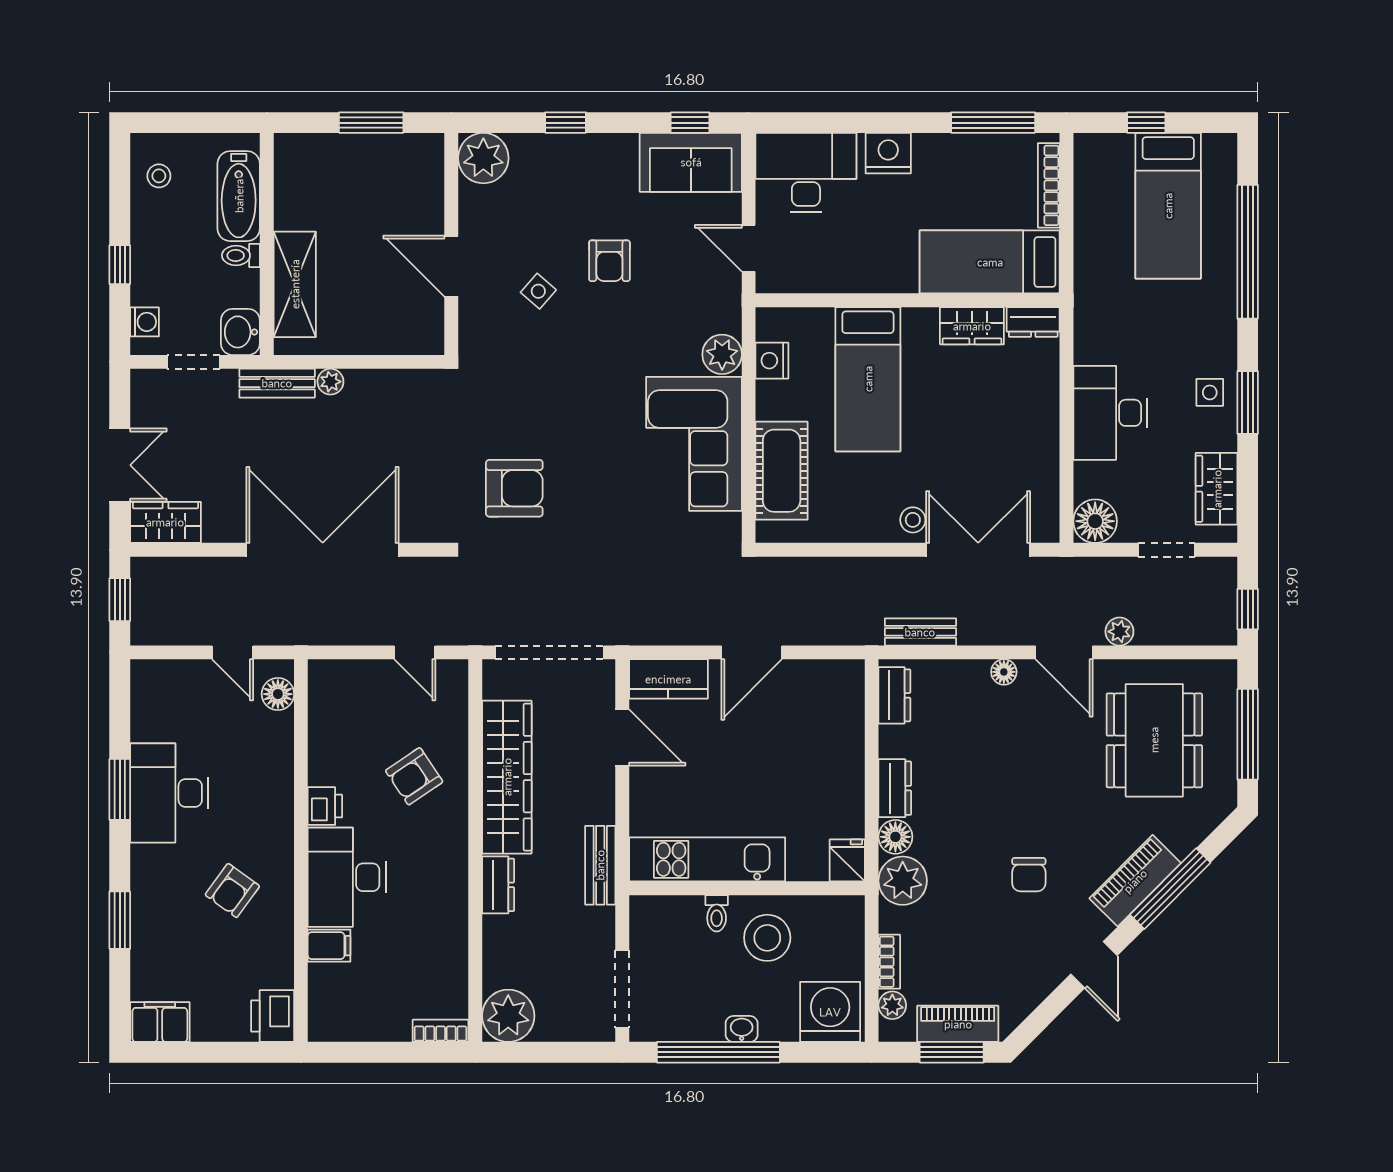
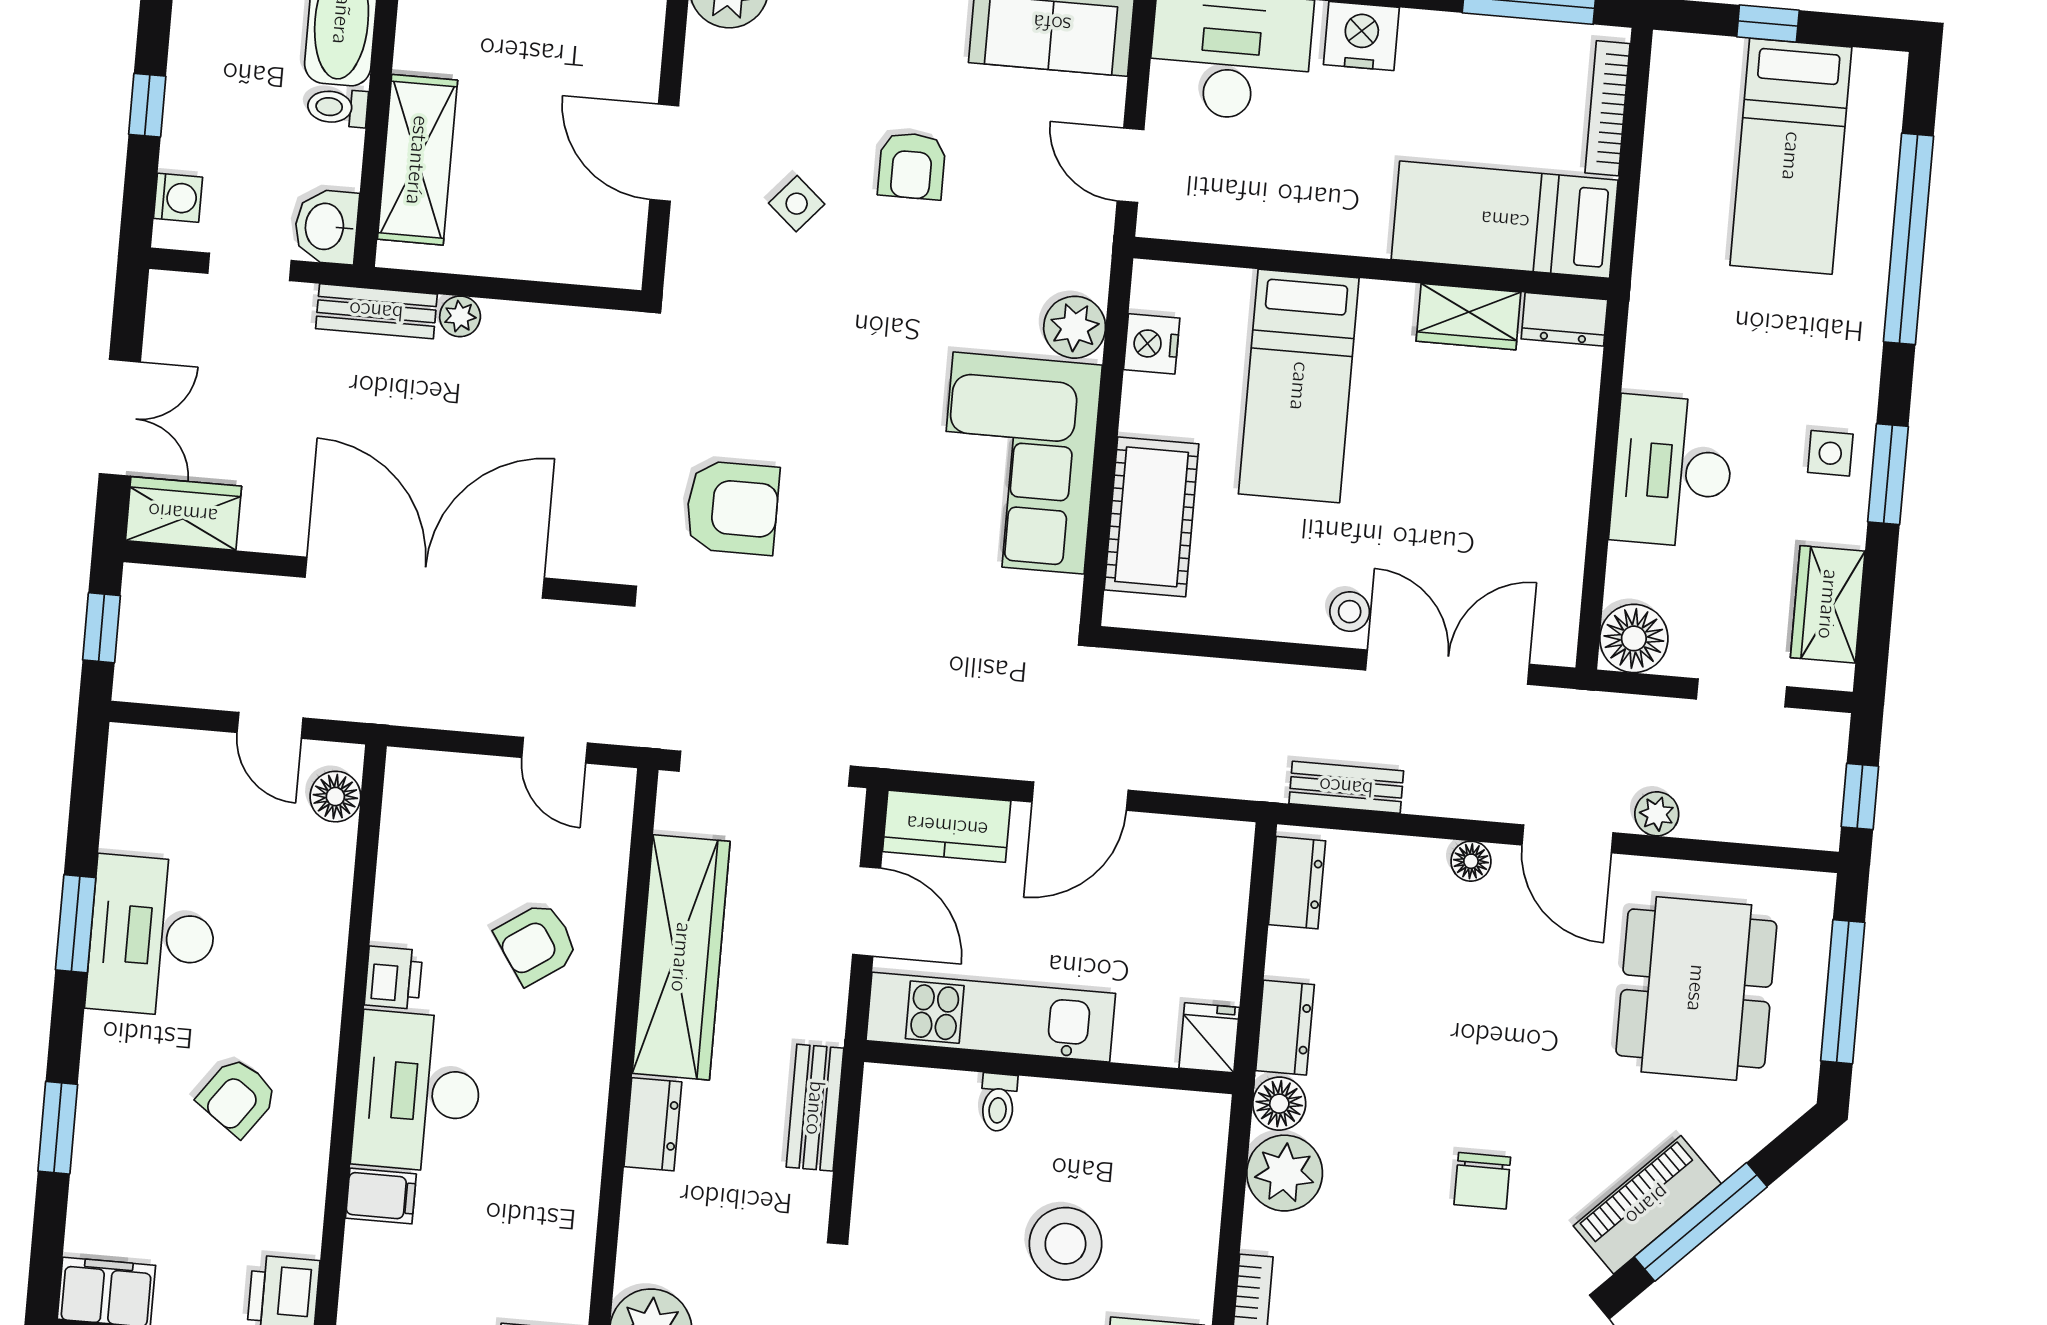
kitchen unit: (707, 859) -> (991, 1017), moved
fridge: (847, 860) -> (1209, 1038), moved
wall: (747, 888) -> (1049, 1067), moved
toilet: (717, 913) -> (998, 1102), moved

